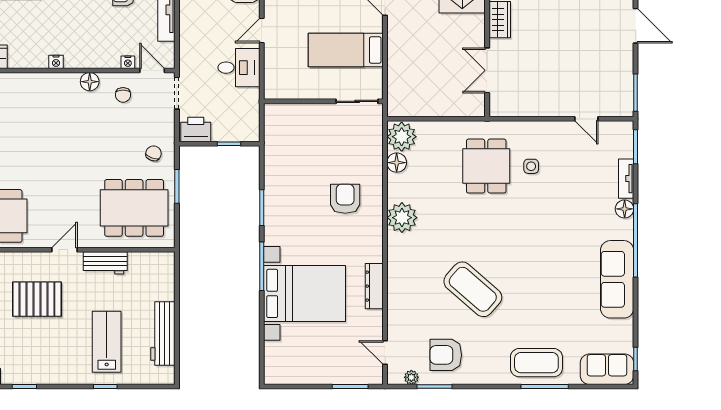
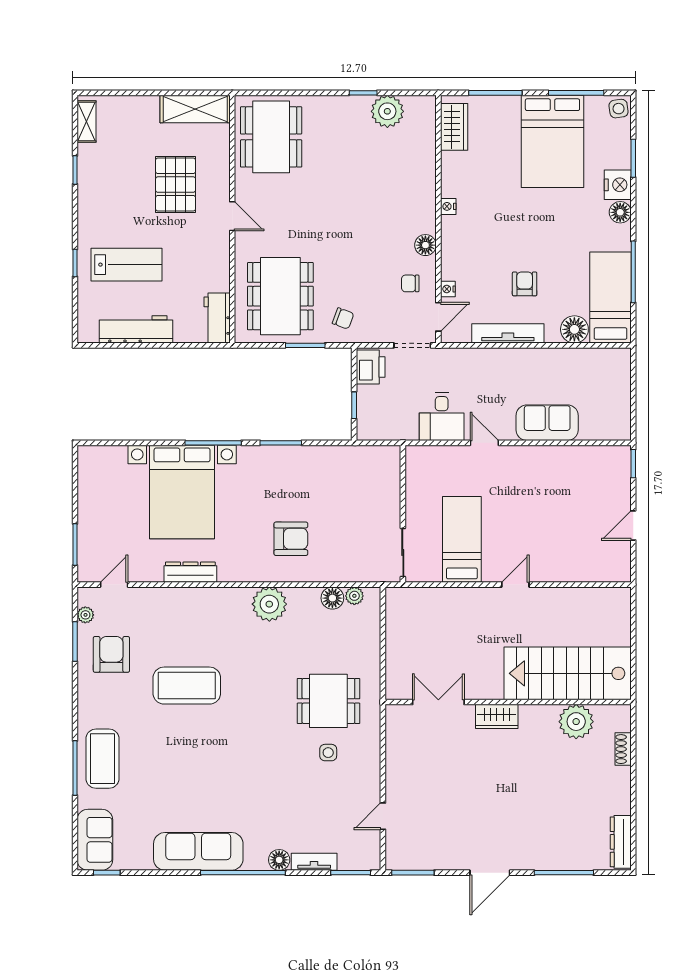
plant: (402, 137) -> (354, 596), width x0.53, depth x0.53
workbench: (105, 263) -> (217, 318), moved
coffee table: (473, 289) -> (187, 686), turned 49

